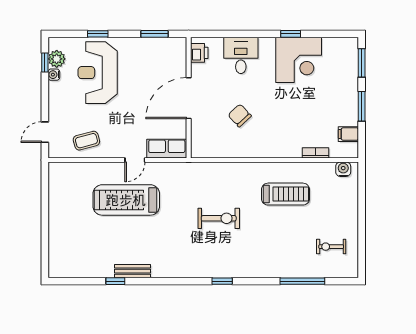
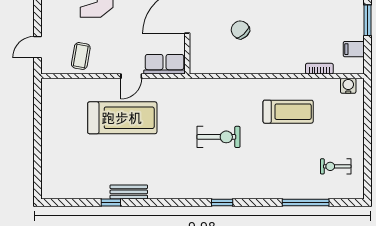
coffee table: (86, 141) -> (81, 56), turned -65
treadmill: (126, 200) -> (122, 118), turned 180

